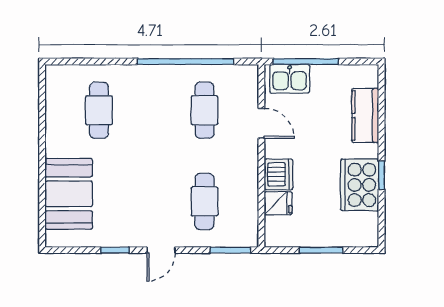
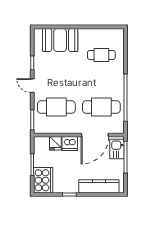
cafe table: (205, 110) -> (101, 107), width x1.37, depth x1.35
kitchen counter: (365, 115) -> (99, 186), width x1.50
door: (261, 123) -> (95, 135), width x1.88
cooker: (360, 185) -> (43, 180), moved, turned 90
cafe table: (205, 201) -> (56, 107), width x1.37, depth x1.35

